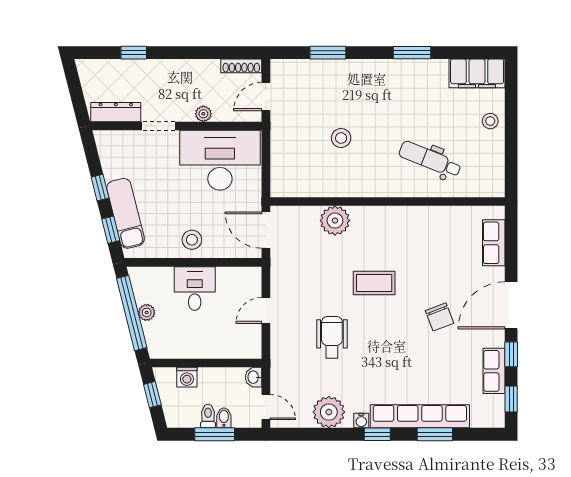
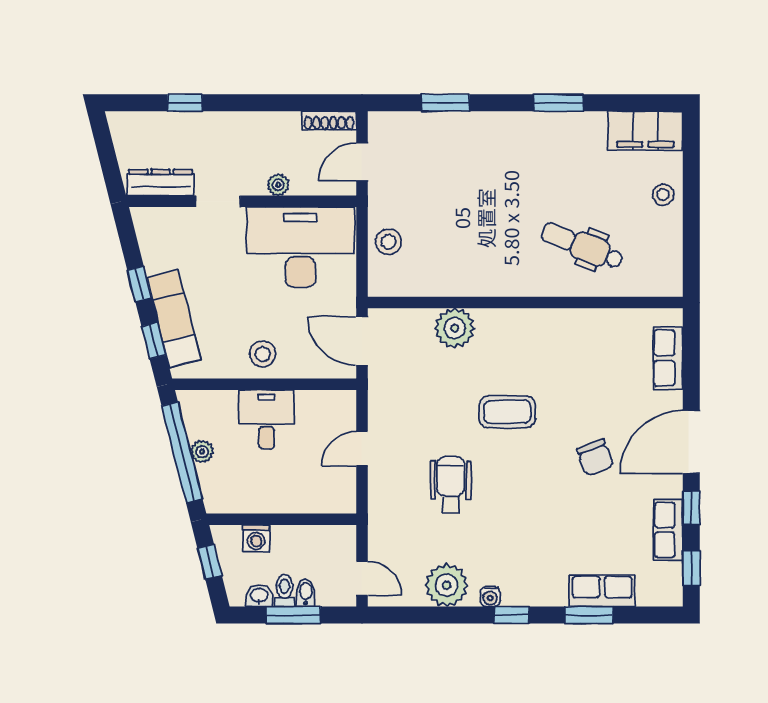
stool: (341, 138) -> (388, 242), moved
washbasin: (254, 377) -> (259, 596), moved, turned 90
row of seats: (420, 416) -> (602, 591), width x0.50

